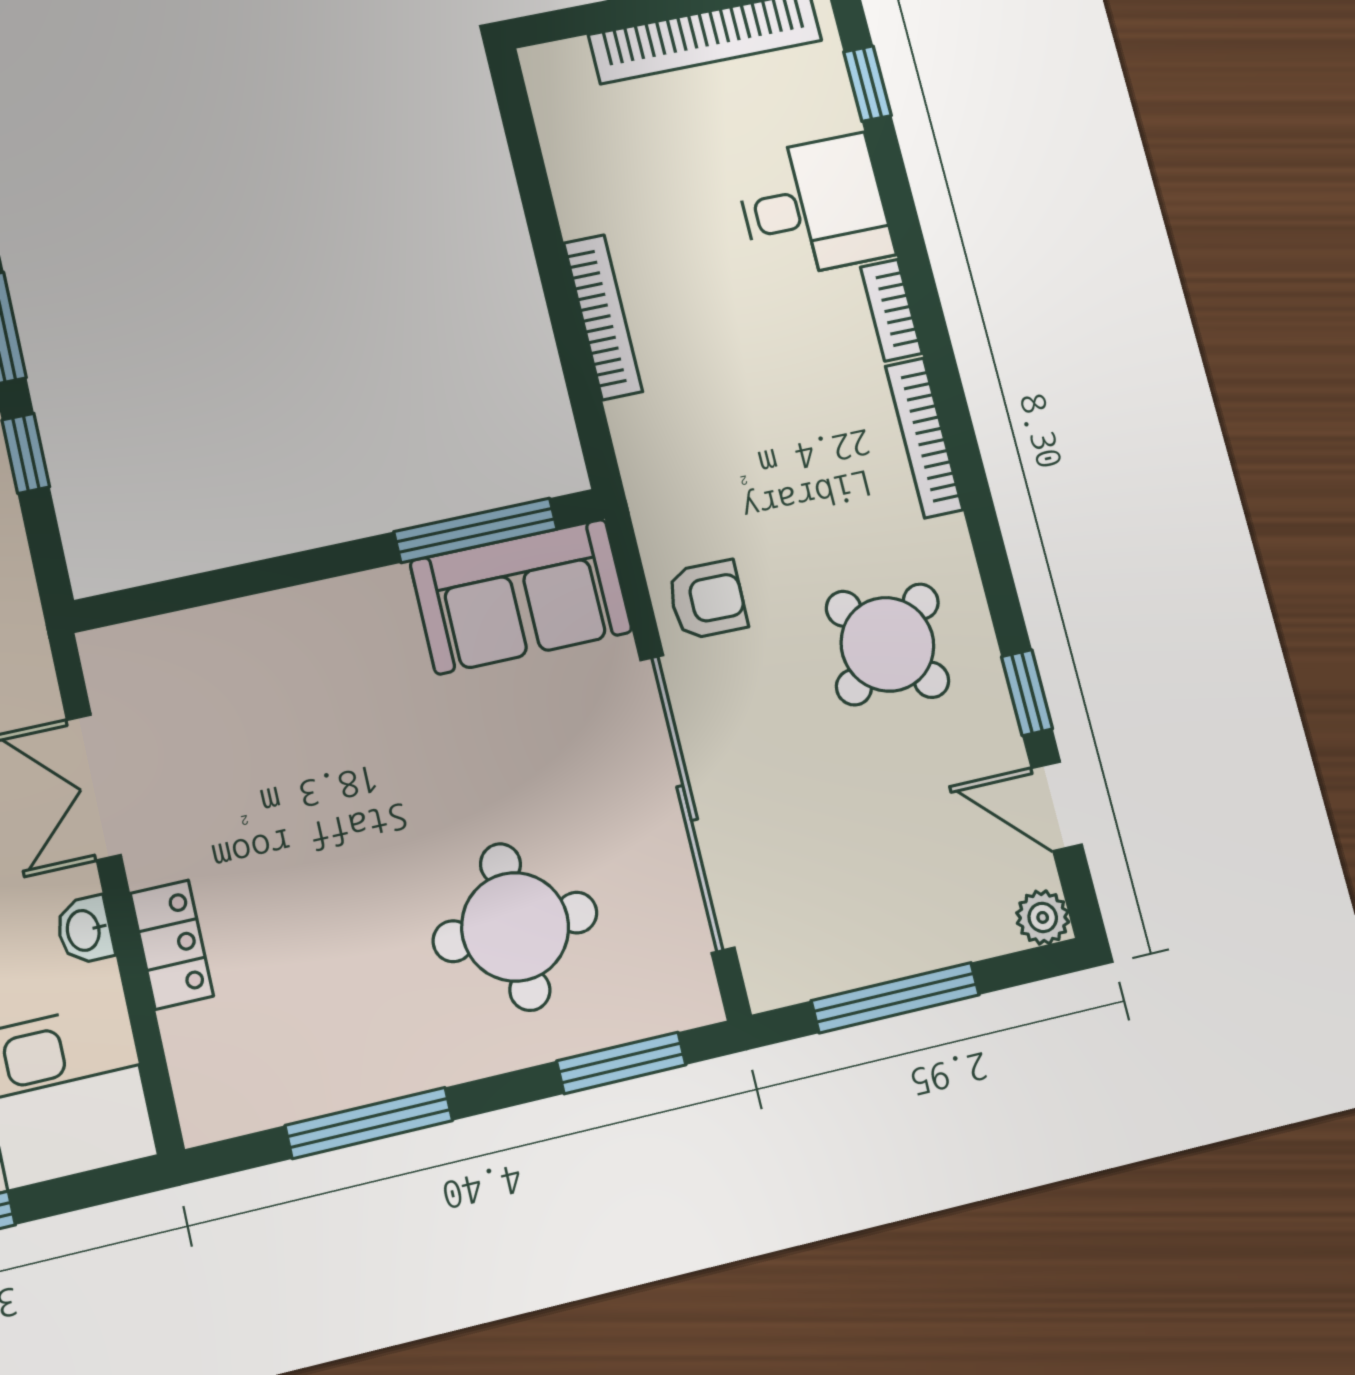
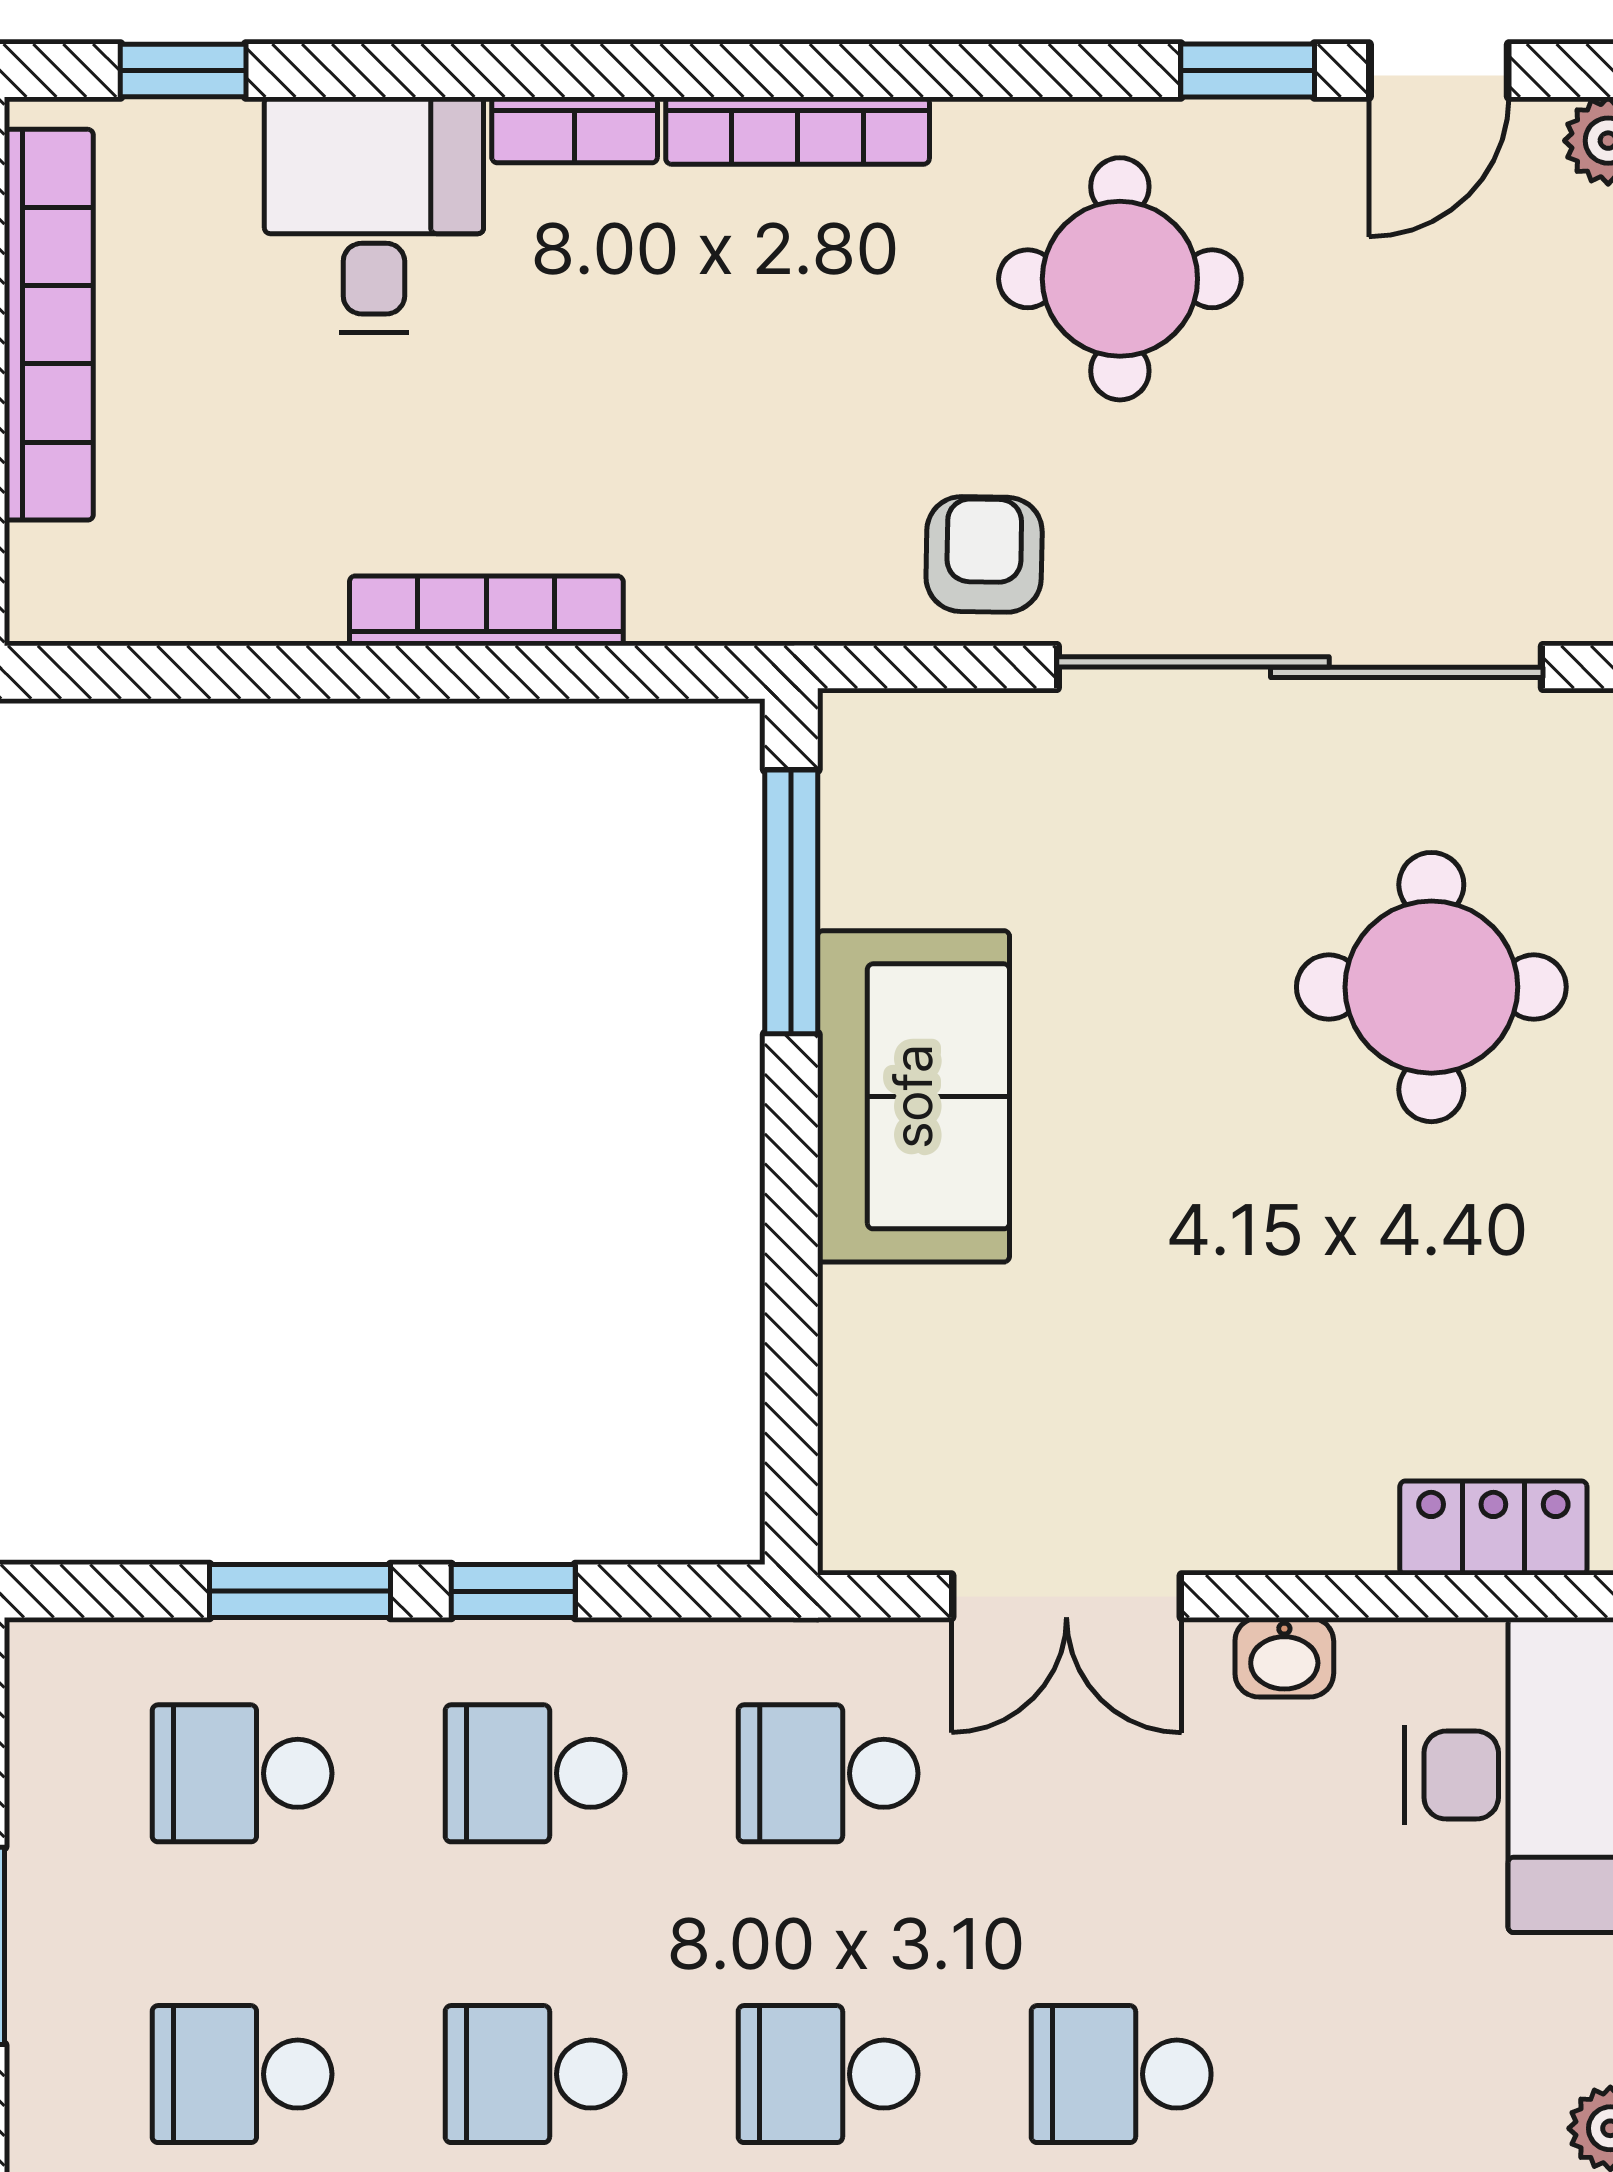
sofa: (521, 596) -> (913, 1096), moved
round table: (887, 644) -> (1120, 279), turned 38
locker: (172, 945) -> (1493, 1528), moved

